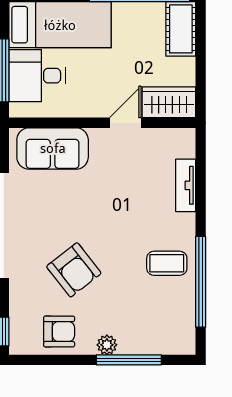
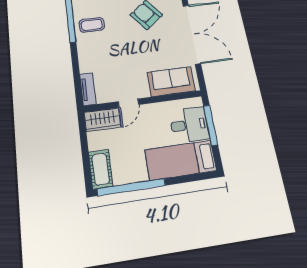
tv unit: (186, 185) -> (88, 89), moved

